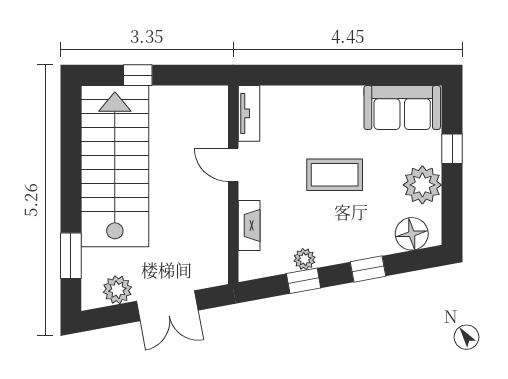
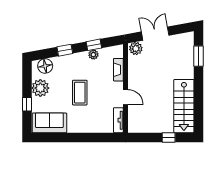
stairs: (115, 166) -> (184, 106), width x0.73, depth x0.66
coffee table: (335, 175) -> (80, 93), turned 90
plant: (117, 290) -> (136, 48), moved

